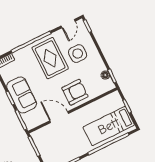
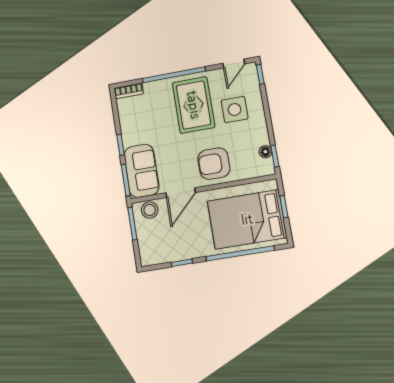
armchair: (75, 92) -> (214, 164), turned 180
sofa: (22, 95) -> (141, 171), moved
door: (59, 117) -> (181, 193), swing flipped
bed: (109, 126) -> (247, 219), width x1.50
stool: (43, 134) -> (150, 210), added

